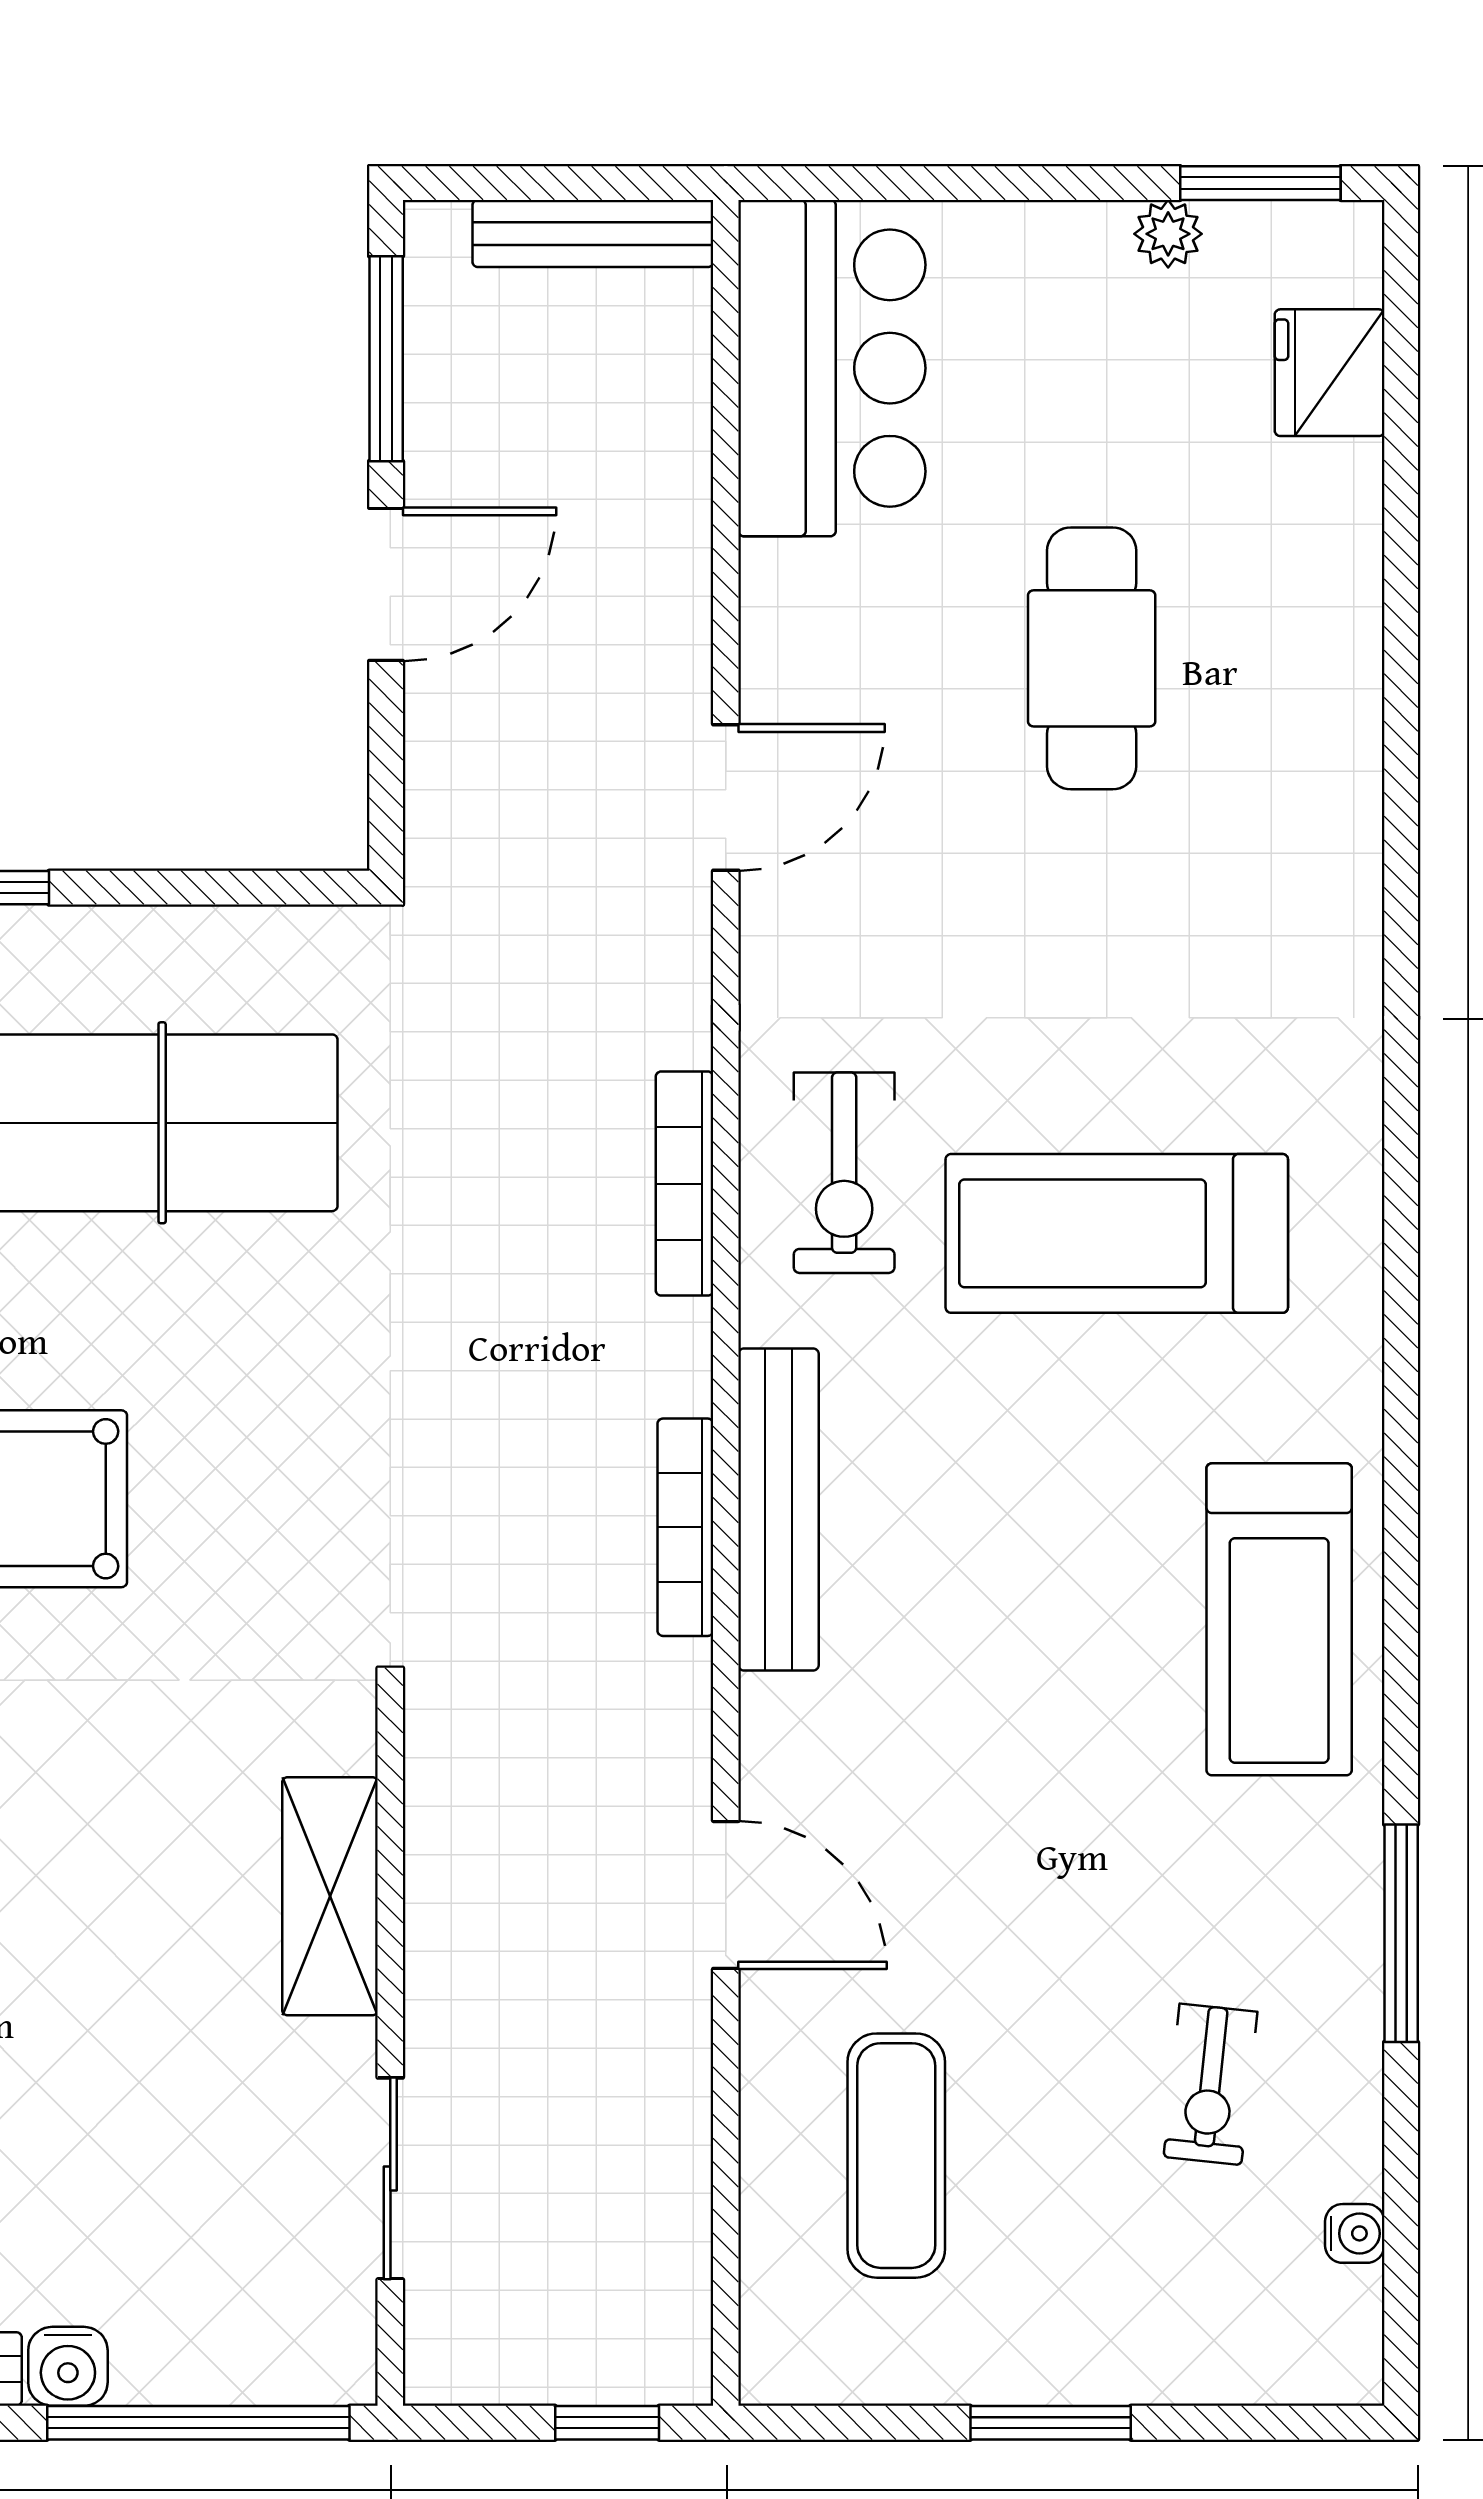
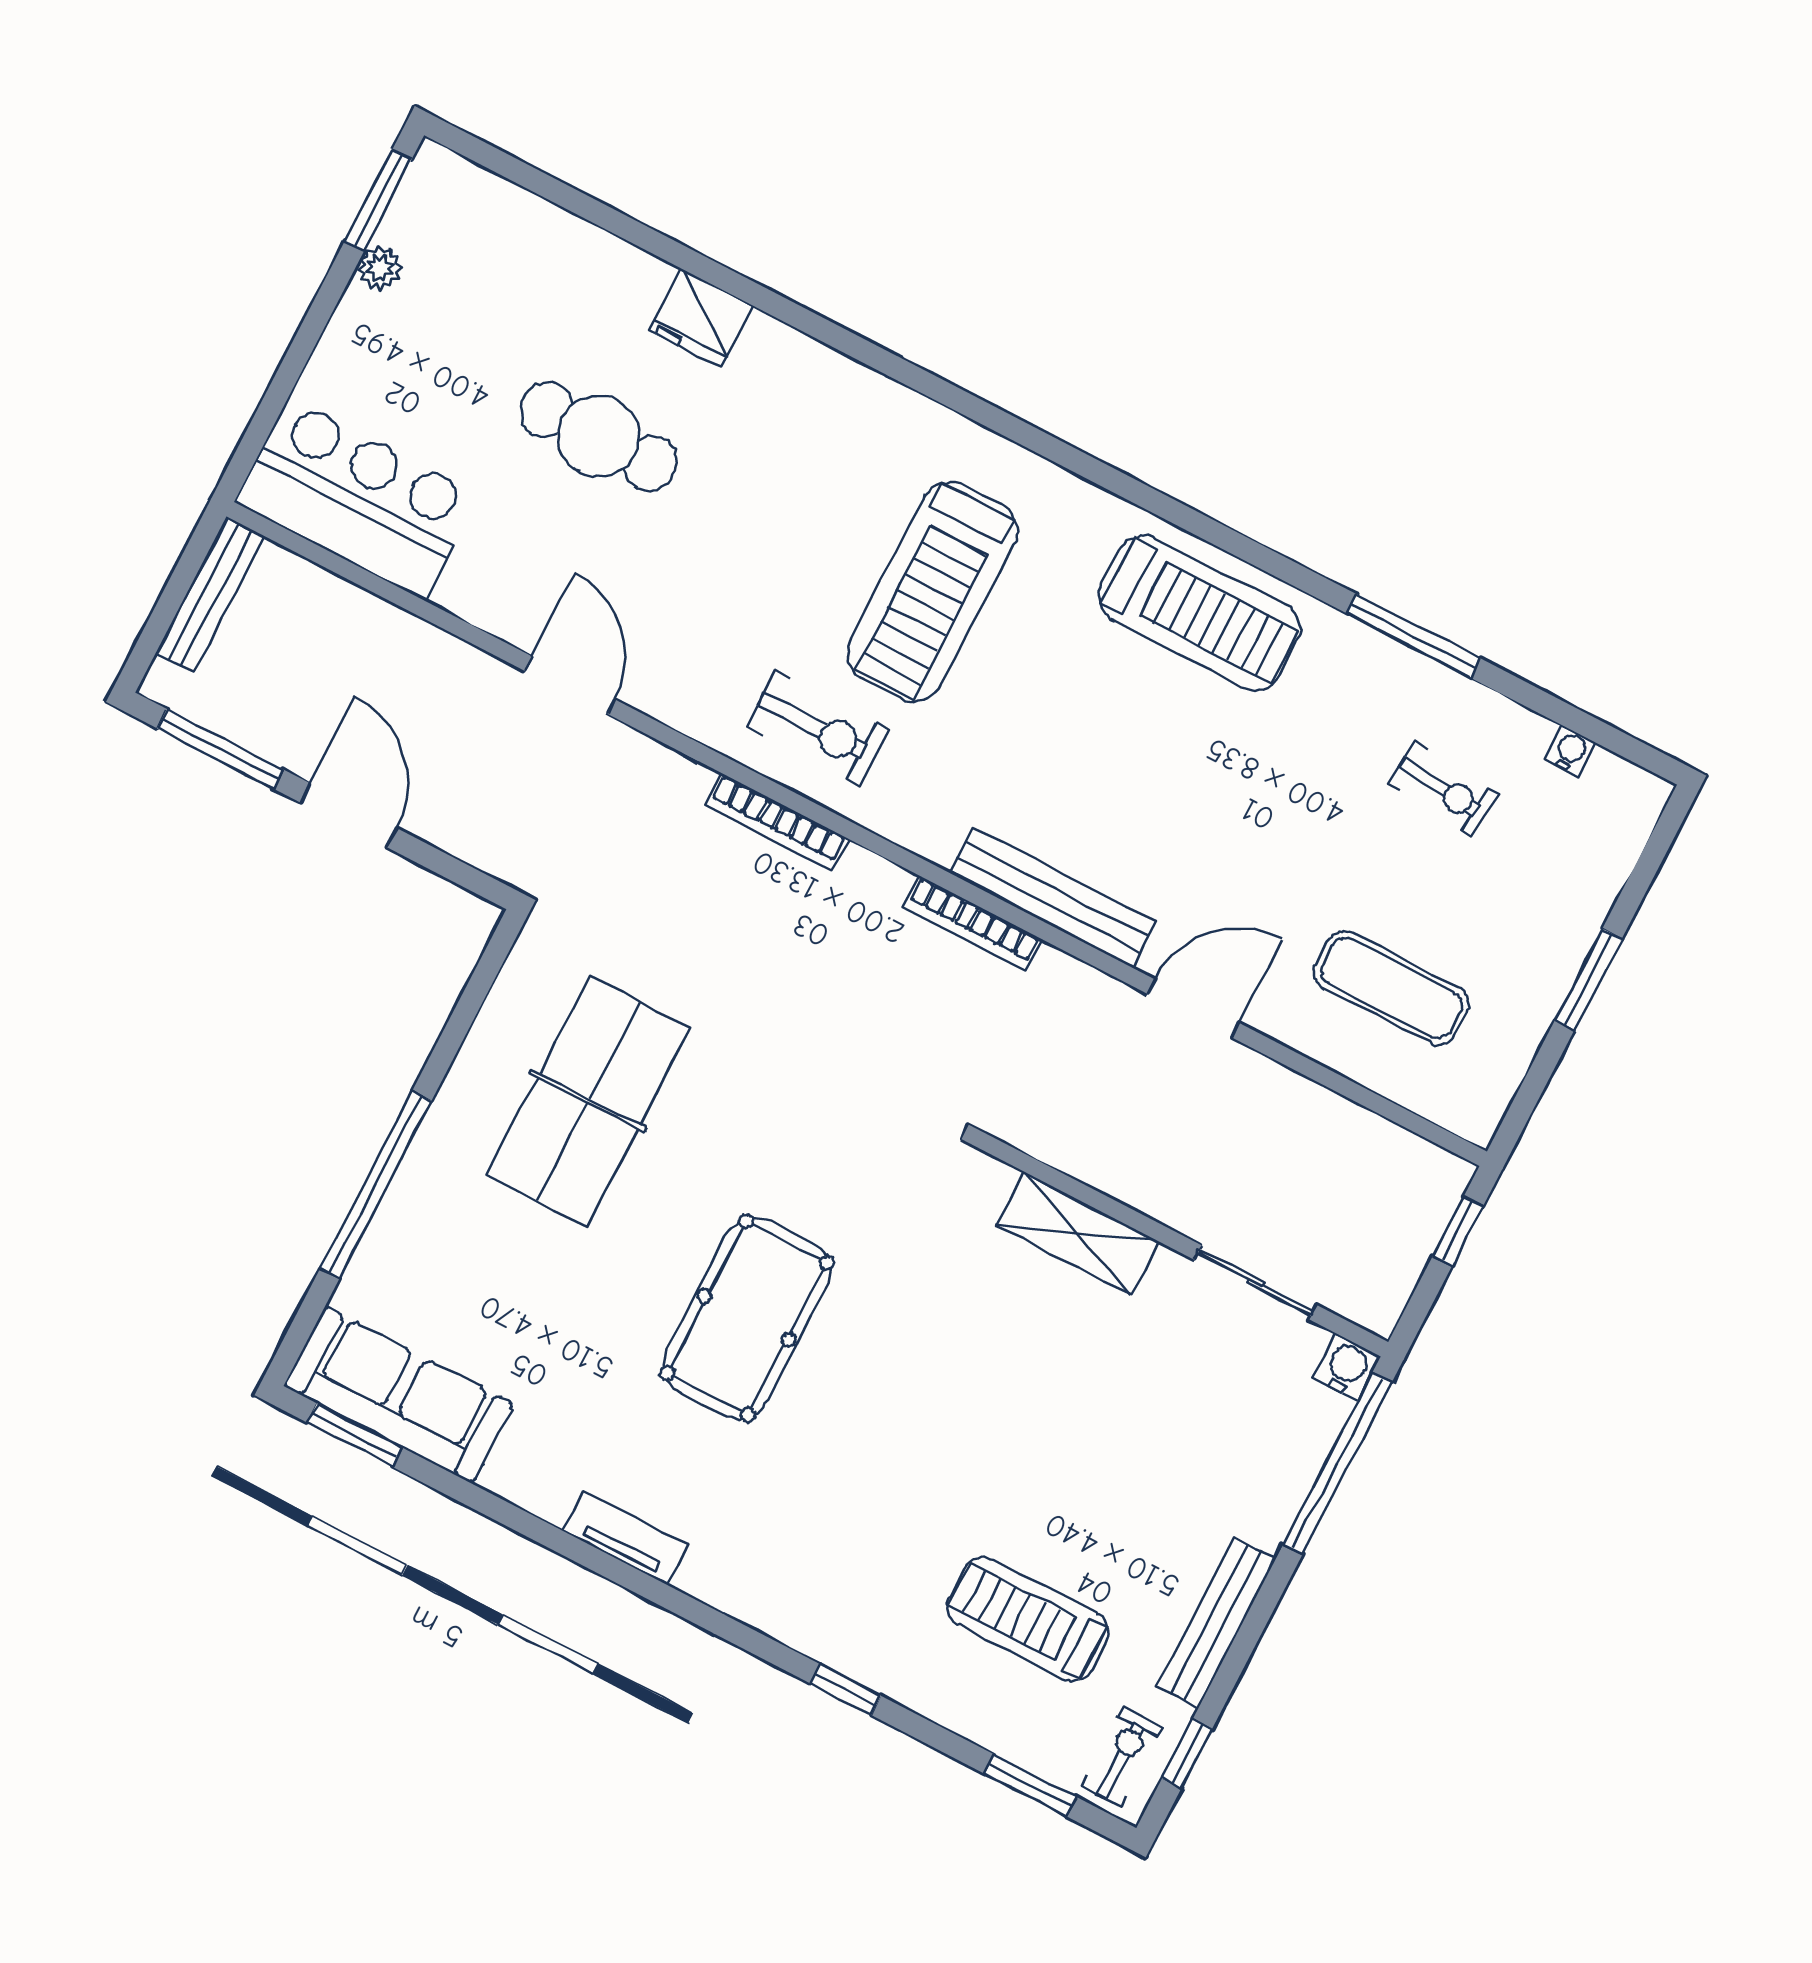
fridge: (1330, 373) -> (701, 318), moved
bench: (778, 1510) -> (1053, 898), moved
water cooler: (68, 2366) -> (1347, 1367), moved, turned -90

